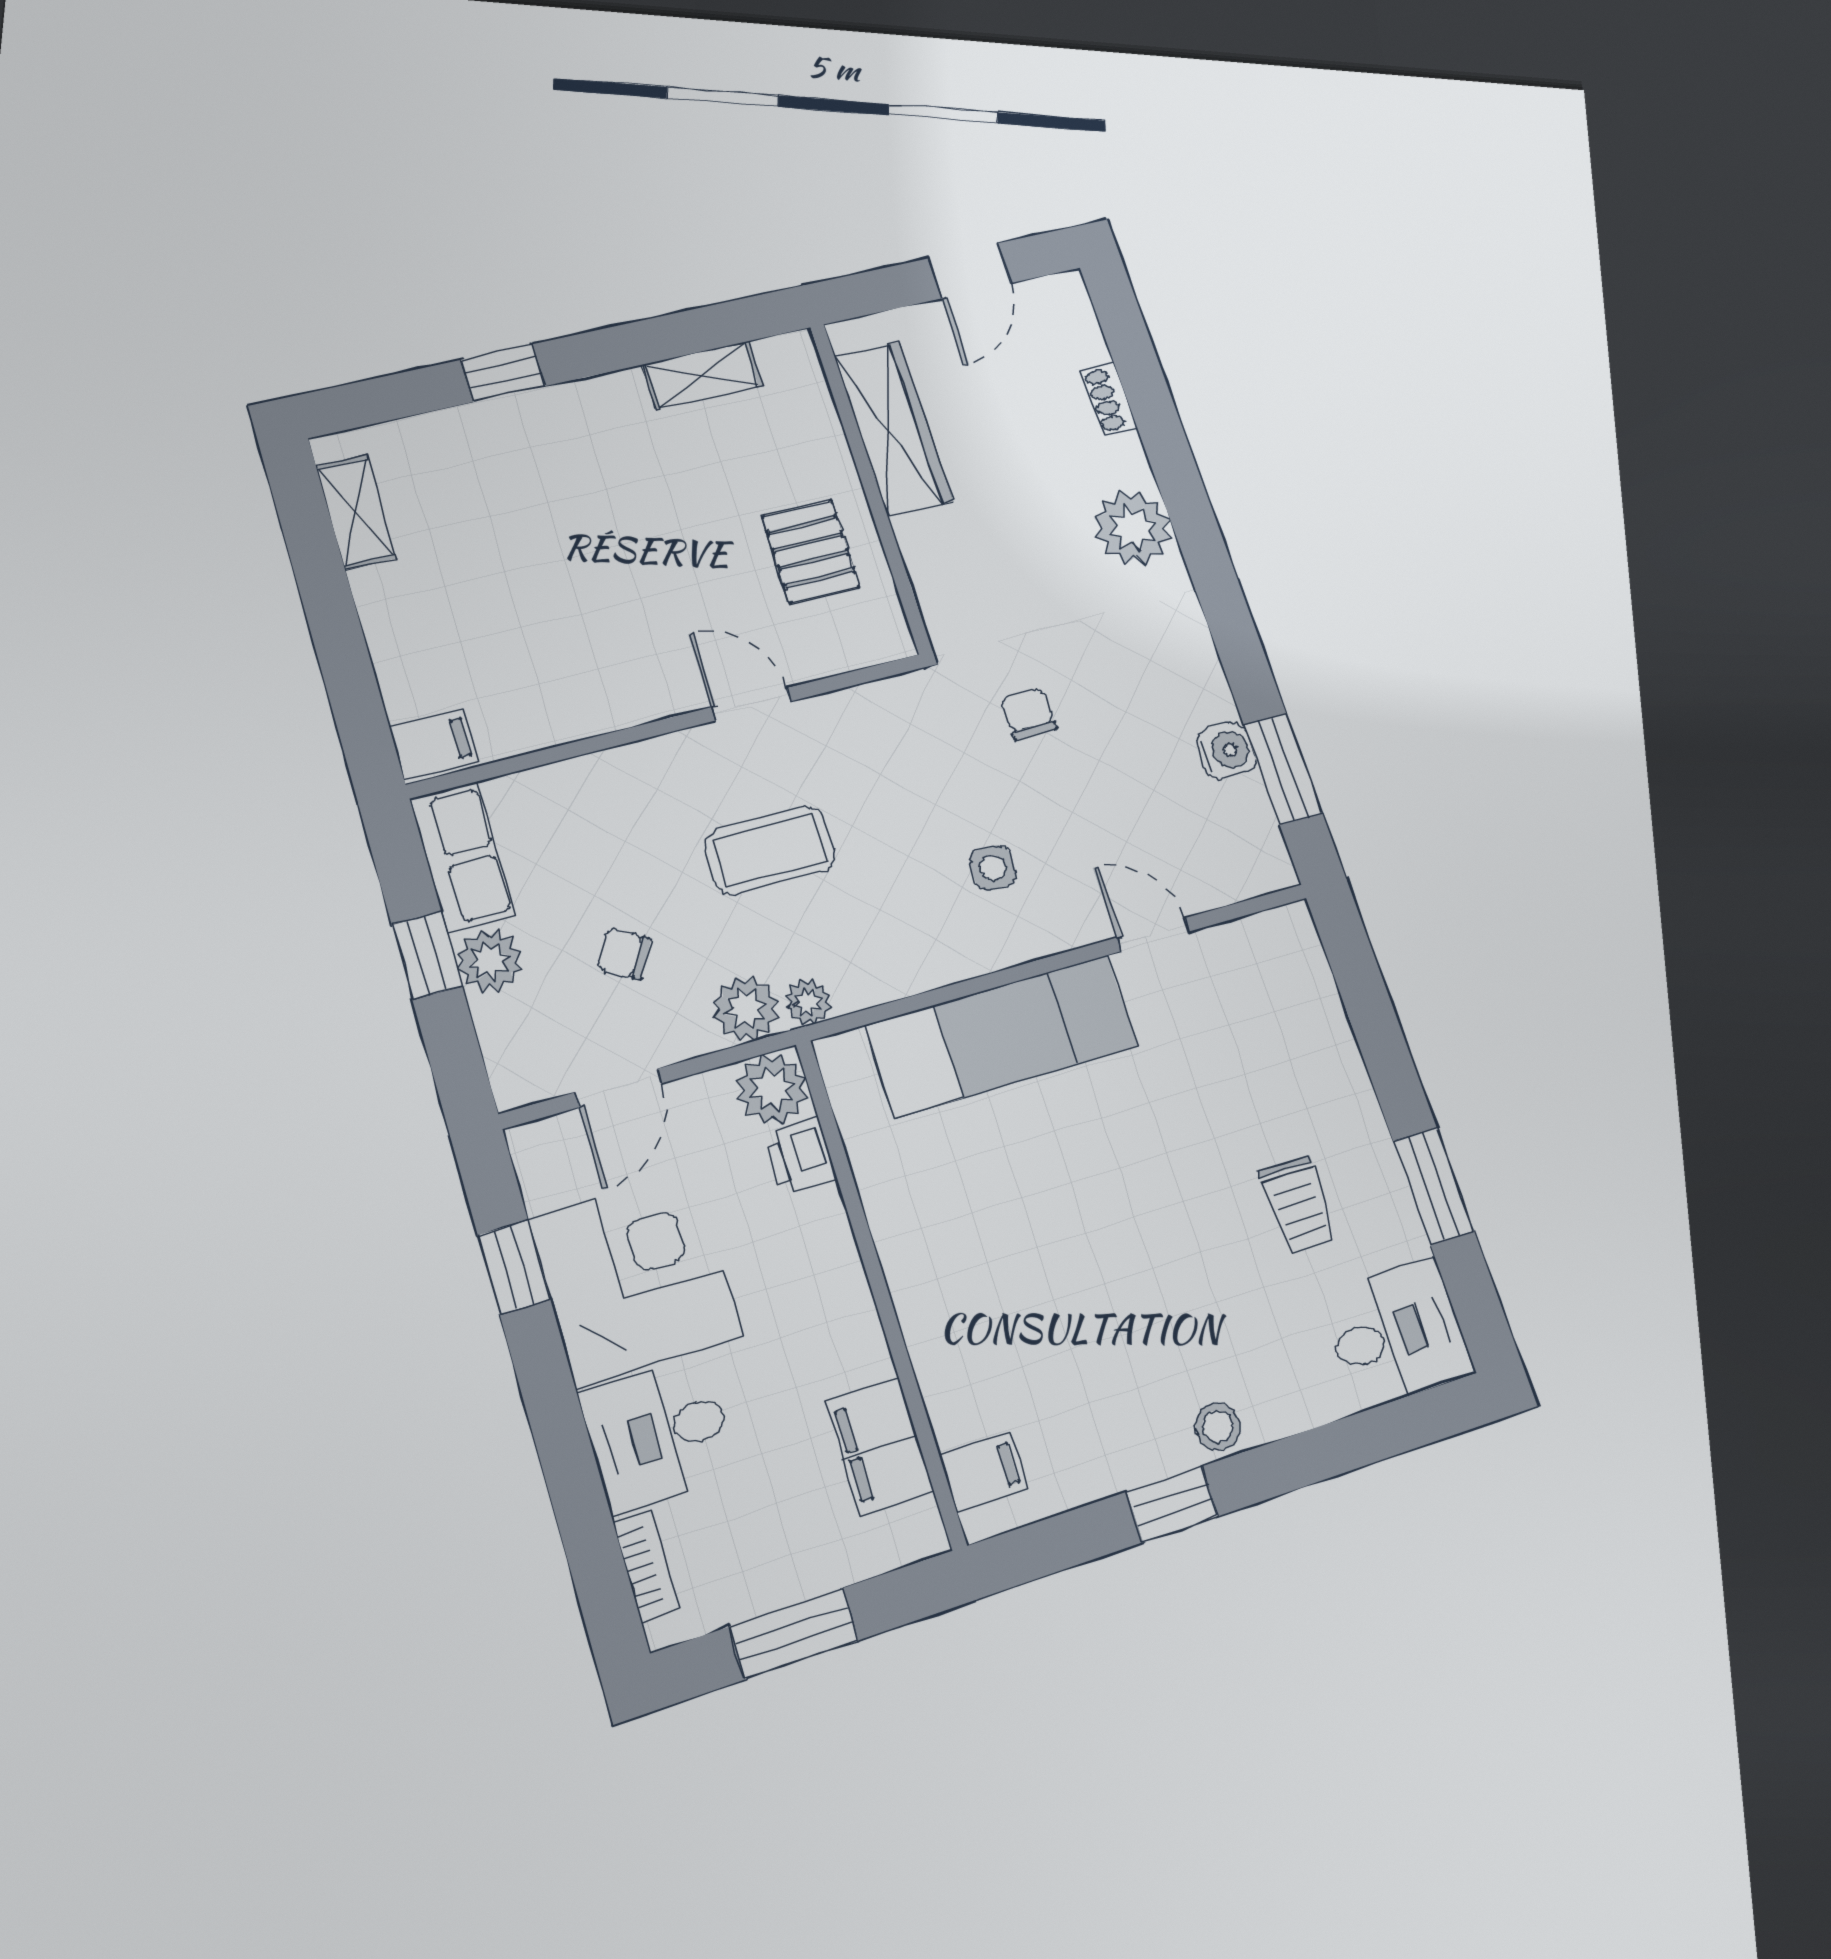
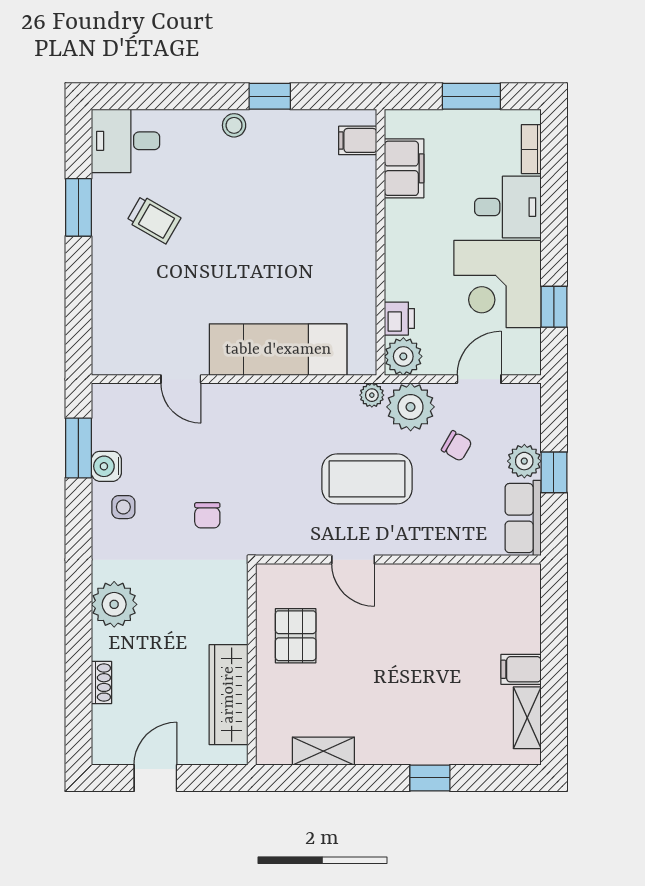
filing cabinet: (434, 744) -> (521, 669), moved
coffee table: (770, 850) -> (367, 479), width x1.36, depth x1.32
side table: (993, 868) -> (123, 507), moved
plant: (746, 1009) -> (411, 407), width x1.36, depth x1.36
trolley: (1298, 1205) -> (154, 220), turned 120

